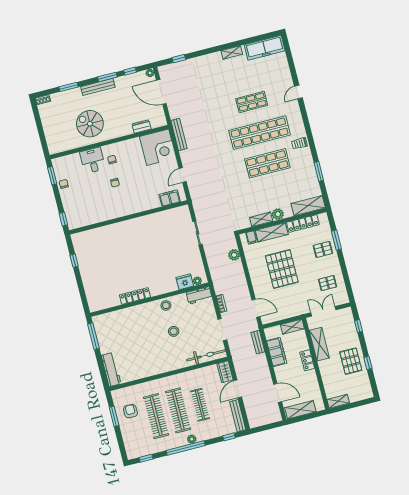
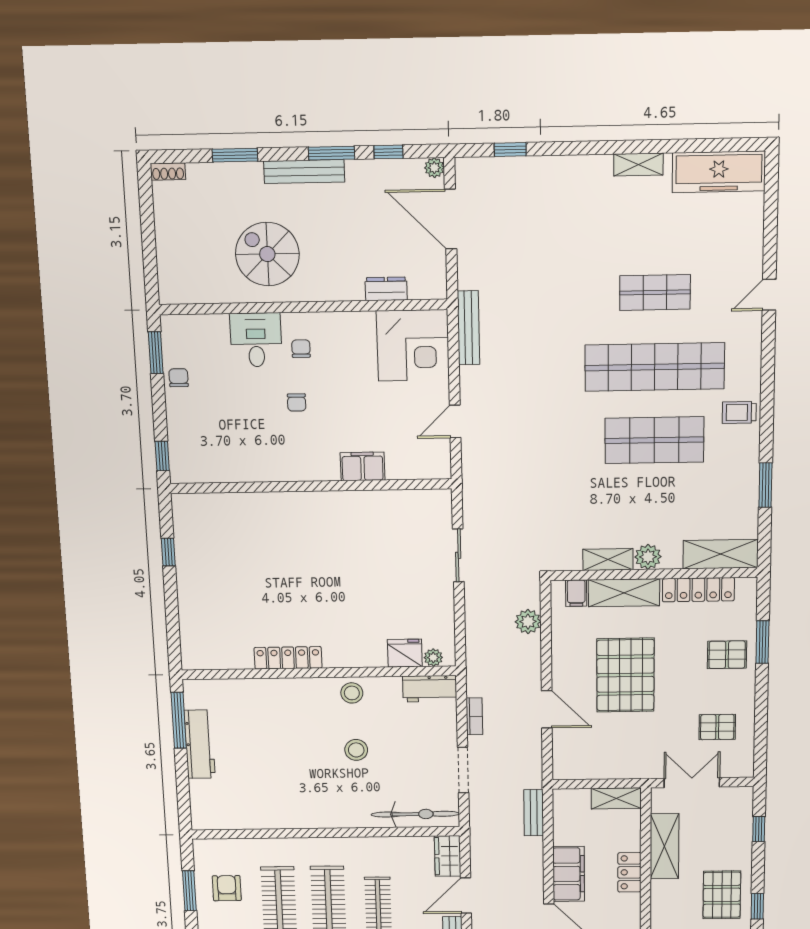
filing cabinet: (170, 198) -> (363, 466), moved
door: (256, 308) -> (547, 709), moved
filing cabinet: (277, 352) -> (569, 874), moved
workbench: (111, 370) -> (200, 744), moved

